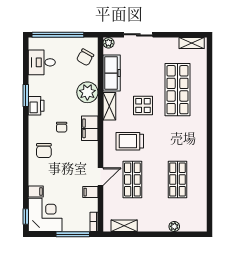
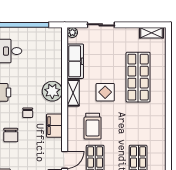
chair: (85, 57) -> (50, 46), removed
plant: (87, 92) -> (52, 91), moved
filing cabinet: (90, 128) -> (54, 126), moved
trolley: (130, 141) -> (93, 126), turned -90

